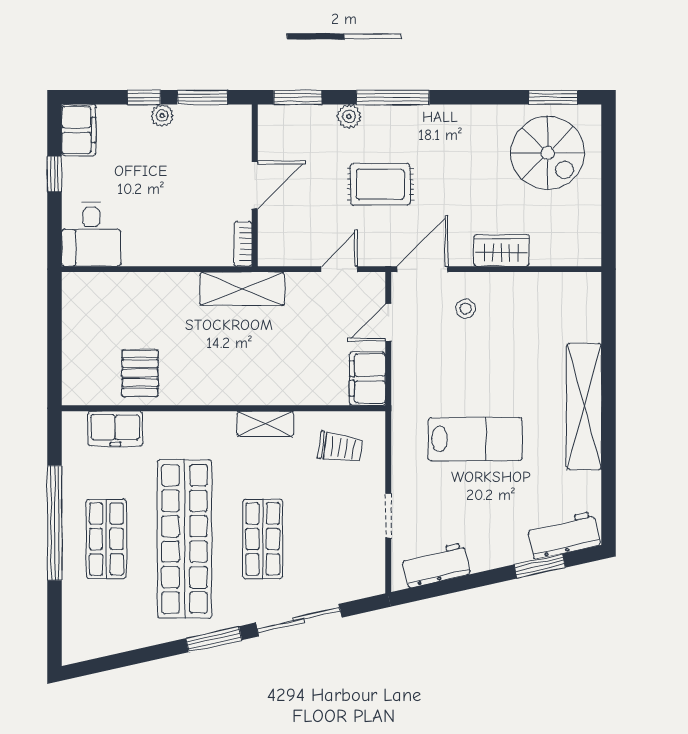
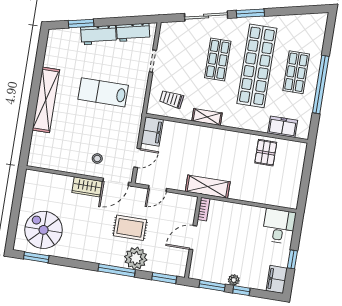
plant: (349, 116) -> (136, 258), width x1.87, depth x1.87
wardrobe: (502, 250) -> (87, 187), moved
workbench: (564, 535) -> (99, 35), moved

